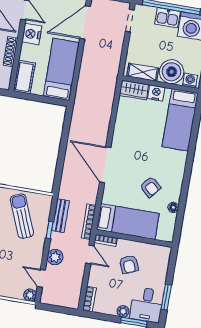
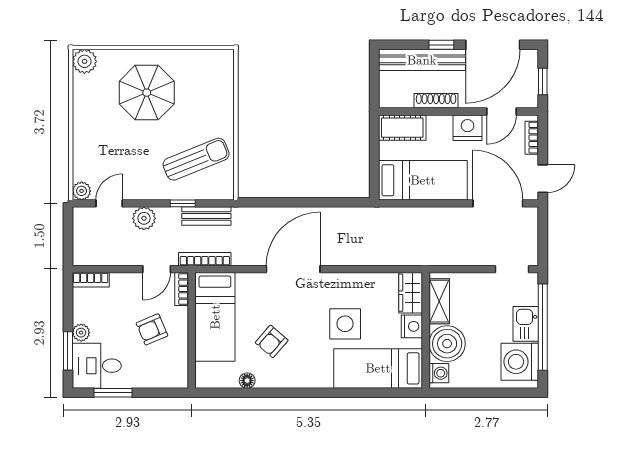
side table: (147, 137) -> (345, 324), added

